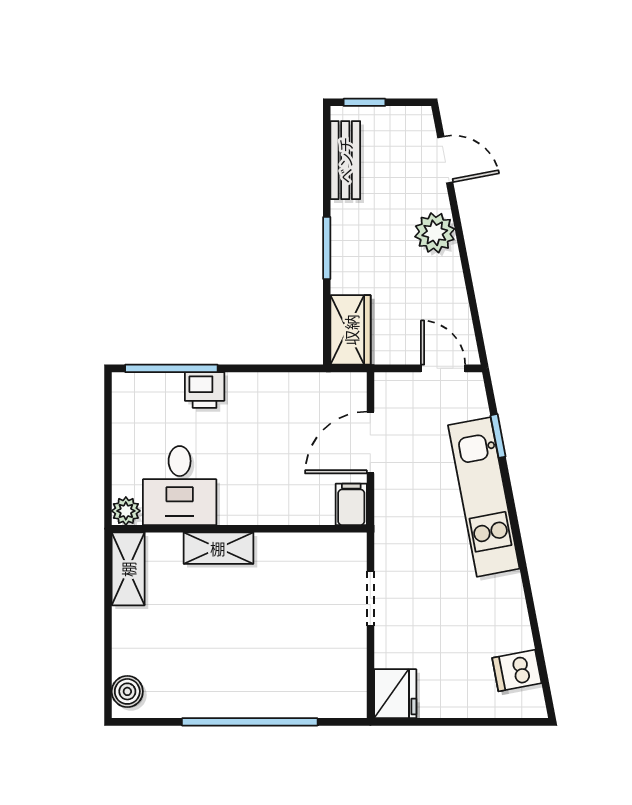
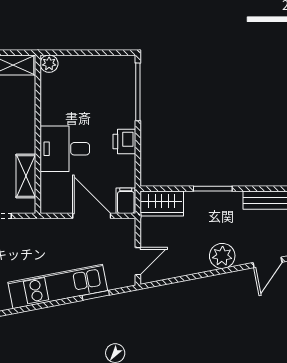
printer: (205, 390) -> (124, 142), moved
desk: (180, 486) -> (65, 149), moved
filing cabinet: (351, 504) -> (126, 201), moved, turned -90
shelving: (218, 548) -> (26, 176), moved

